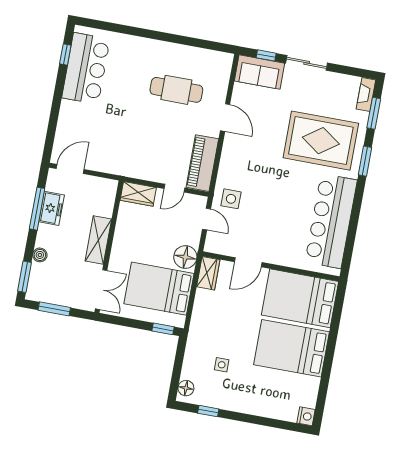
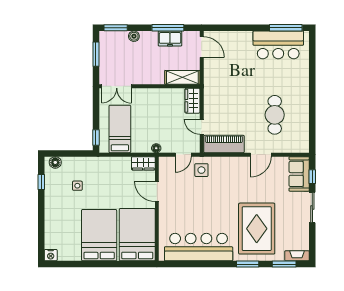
window: (65, 55) -> (286, 28), width x2.17
shelving: (98, 240) -> (182, 77), moved
floor lamp: (185, 257) -> (156, 148), width x0.53, depth x0.53
bed: (159, 289) -> (120, 129), width x0.67

